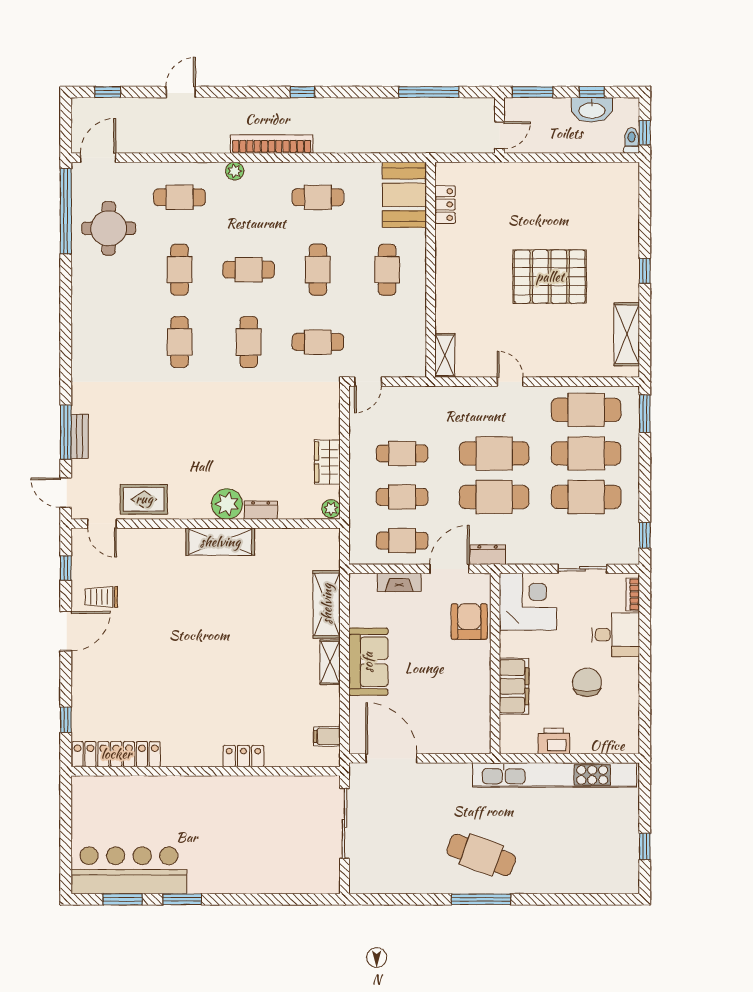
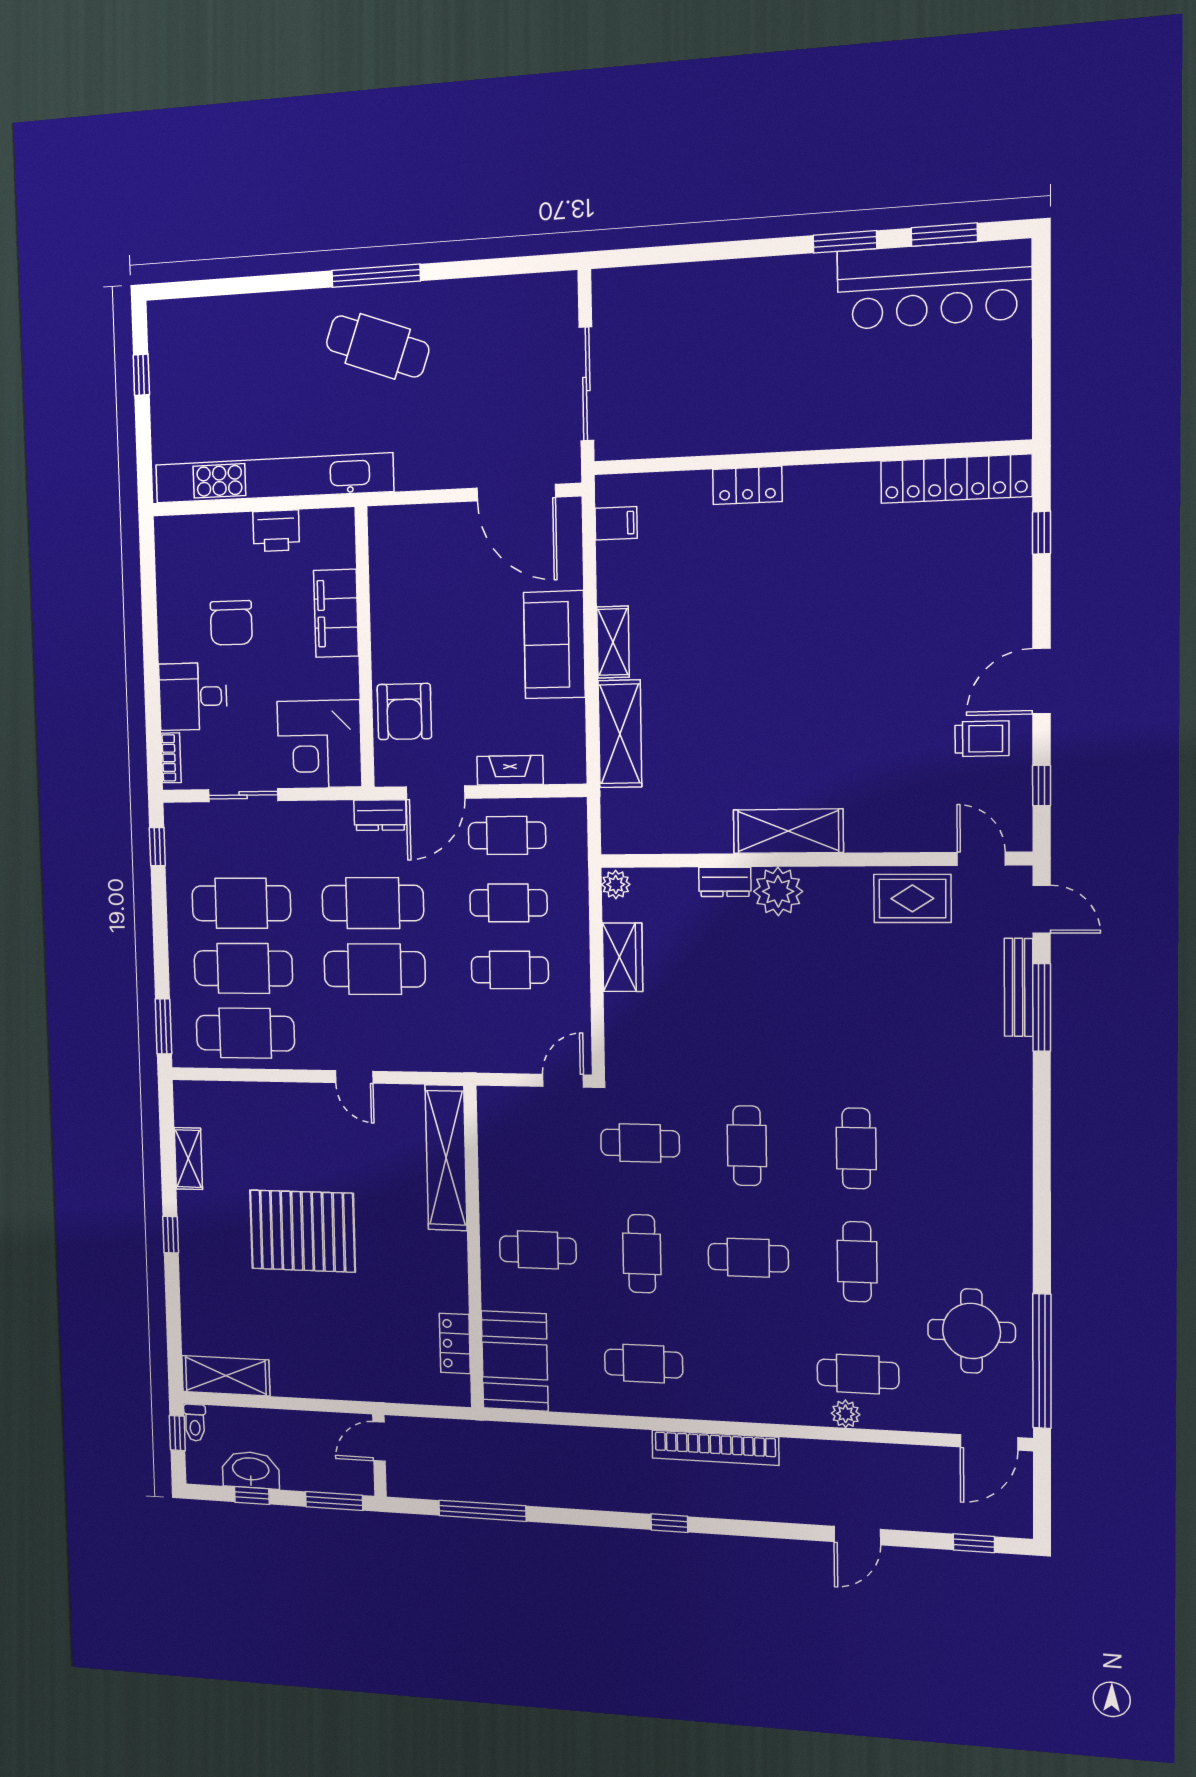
plant: (235, 171) -> (846, 1414), moved
shelving: (608, 175) -> (226, 1376), added
cafe table: (387, 270) -> (538, 1250), turned 90
shelving: (627, 334) -> (188, 1159), width x0.67, depth x0.75
shelving: (445, 355) -> (446, 1158), width x2.20, depth x1.33
bench: (80, 436) -> (1019, 987), width x1.36

